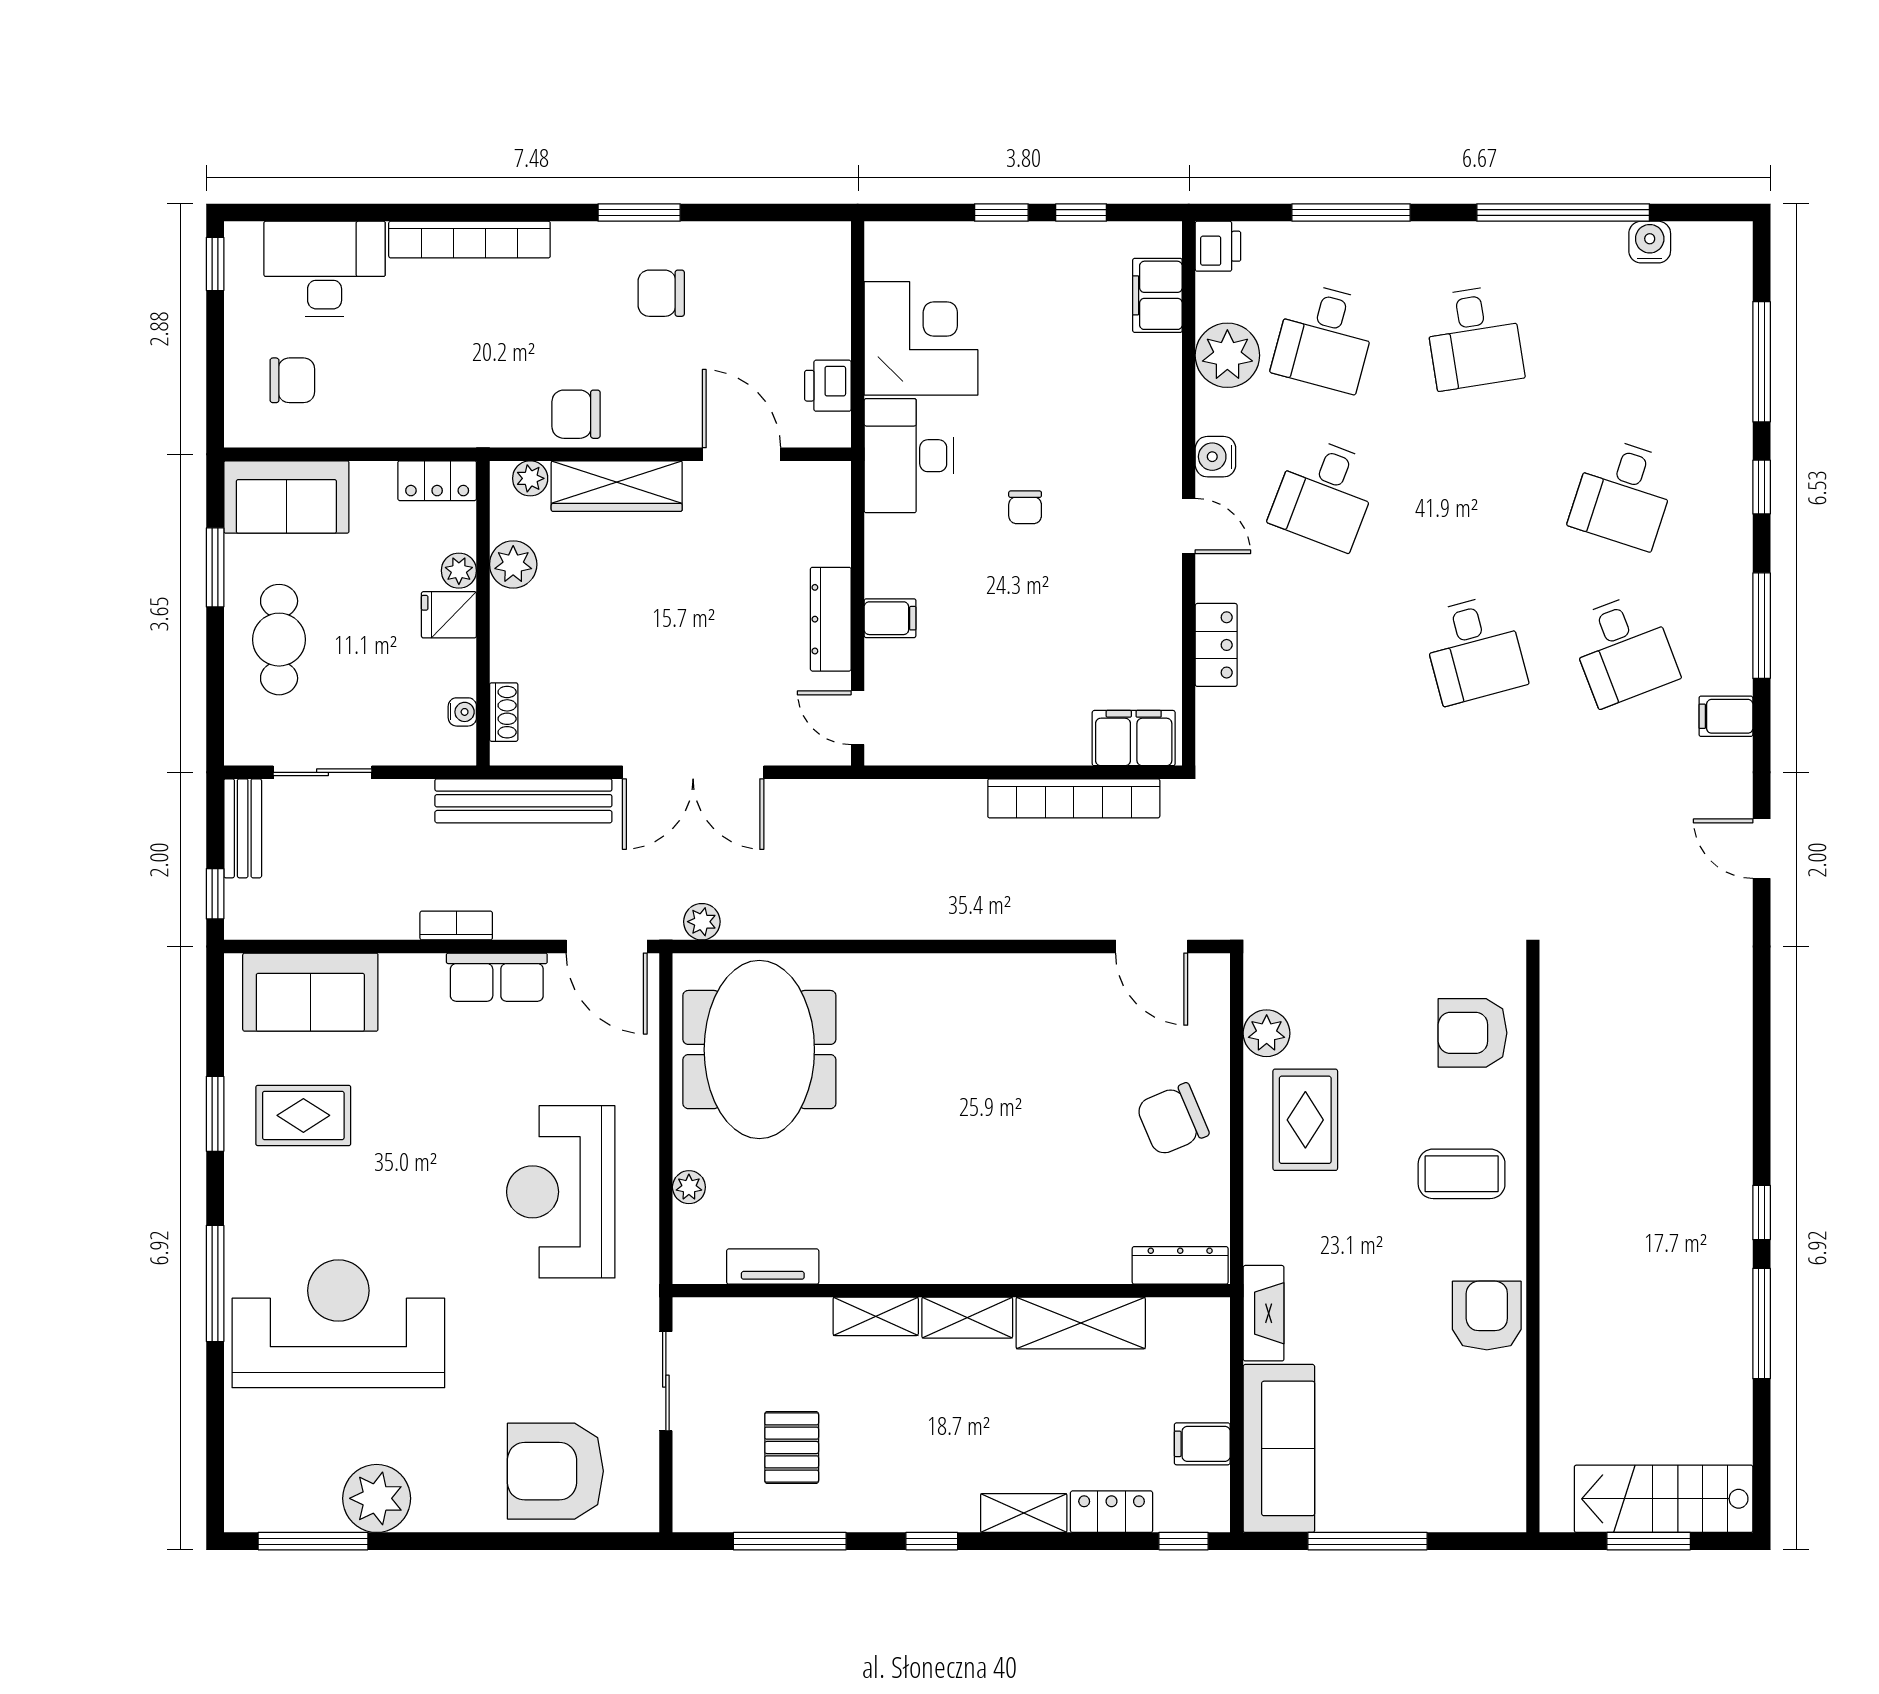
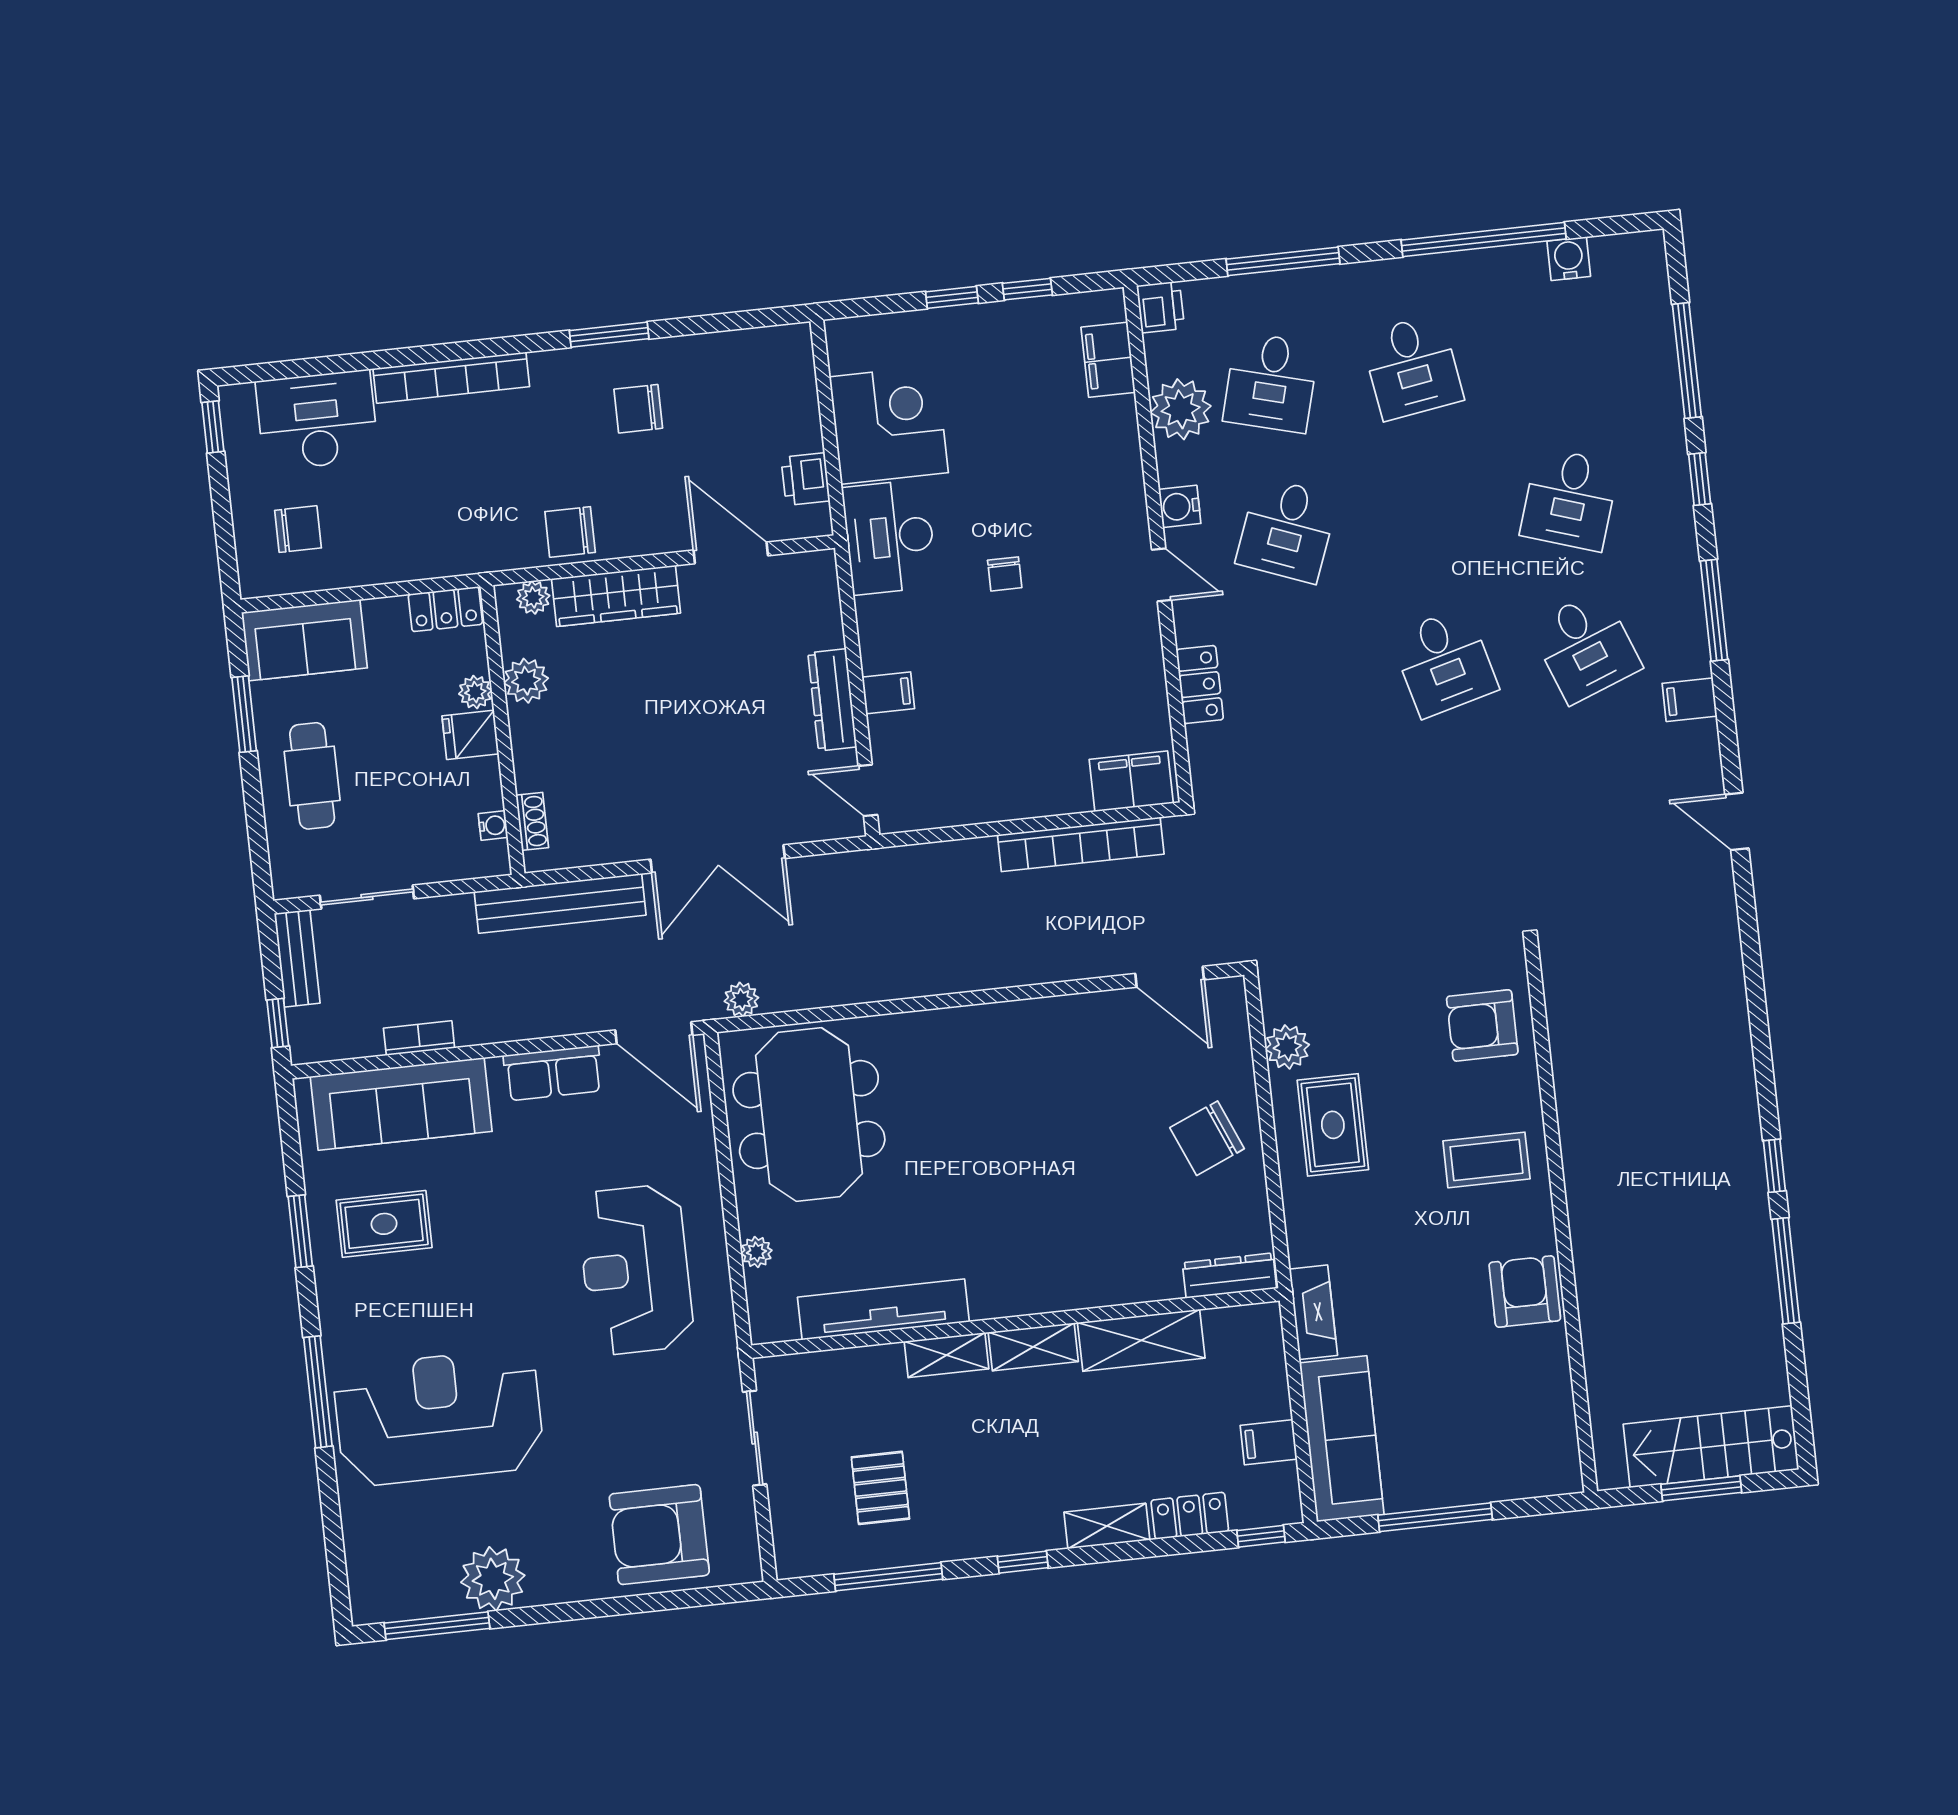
bookcase: (456, 926) -> (419, 1038), moved
sofa: (310, 992) -> (401, 1104), width x1.36
tv unit: (773, 1267) -> (883, 1309), width x1.92, depth x1.29

